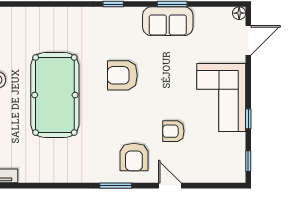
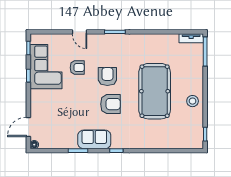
sofa: (168, 21) -> (94, 139), moved
corner sofa: (221, 98) -> (46, 67), moved
armchair: (134, 157) -> (107, 77), moved

